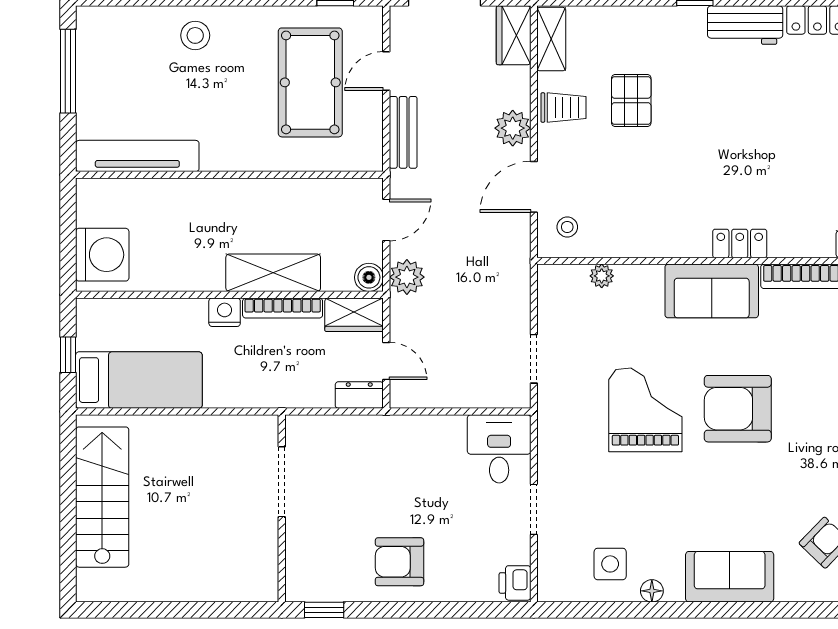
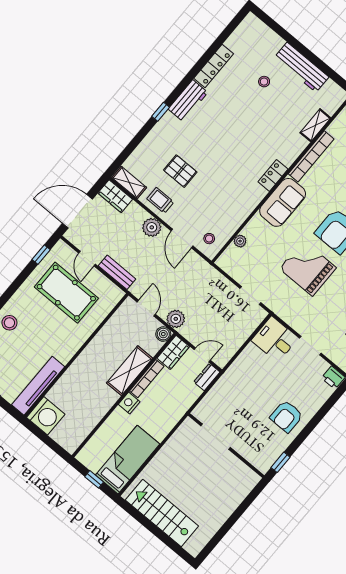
trolley: (563, 107) -> (160, 200), turned -90
washing machine: (102, 255) -> (46, 416), moved, turned 90

